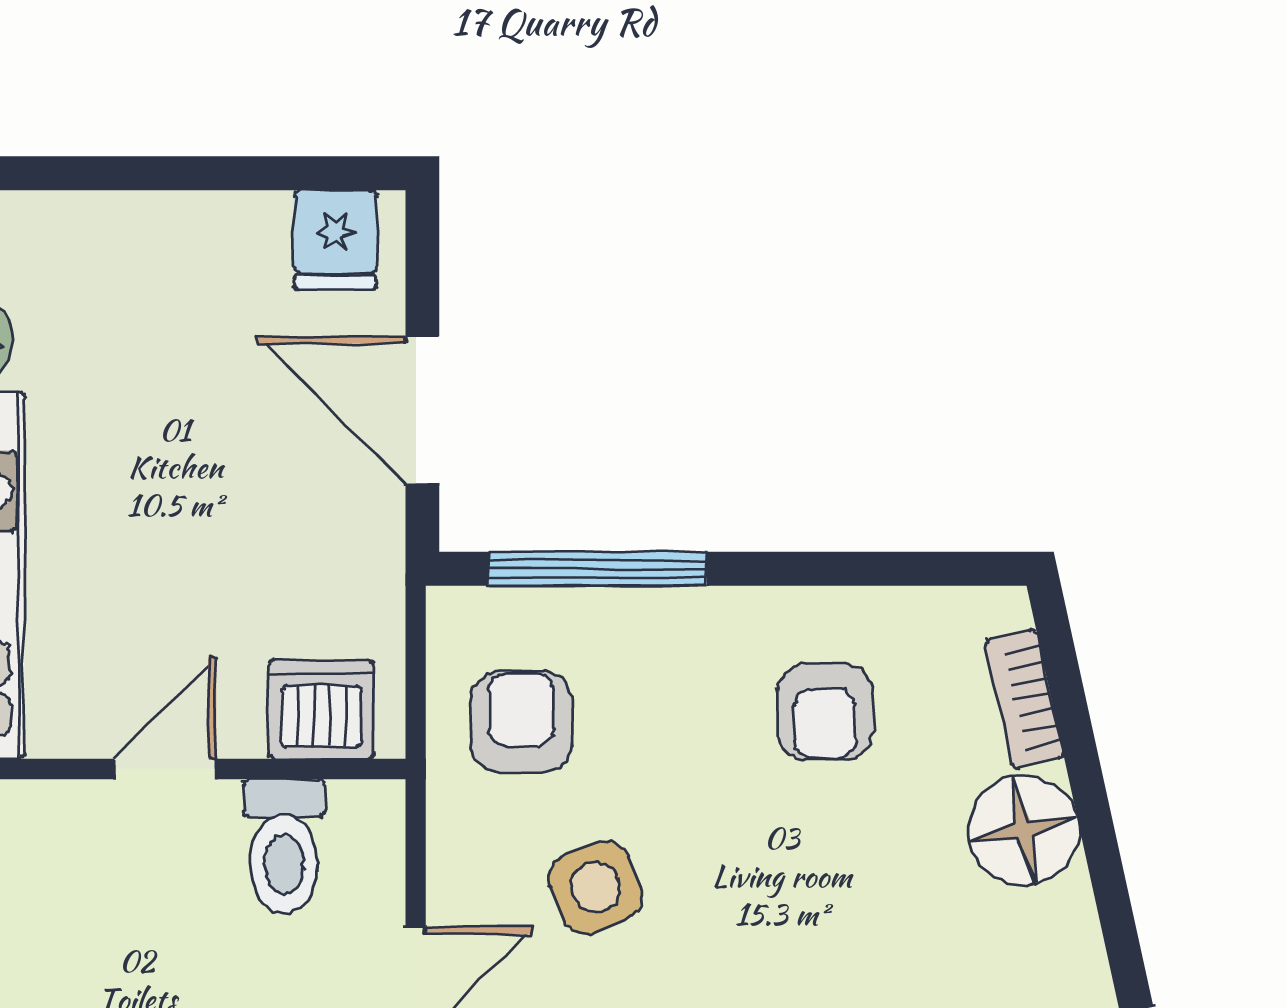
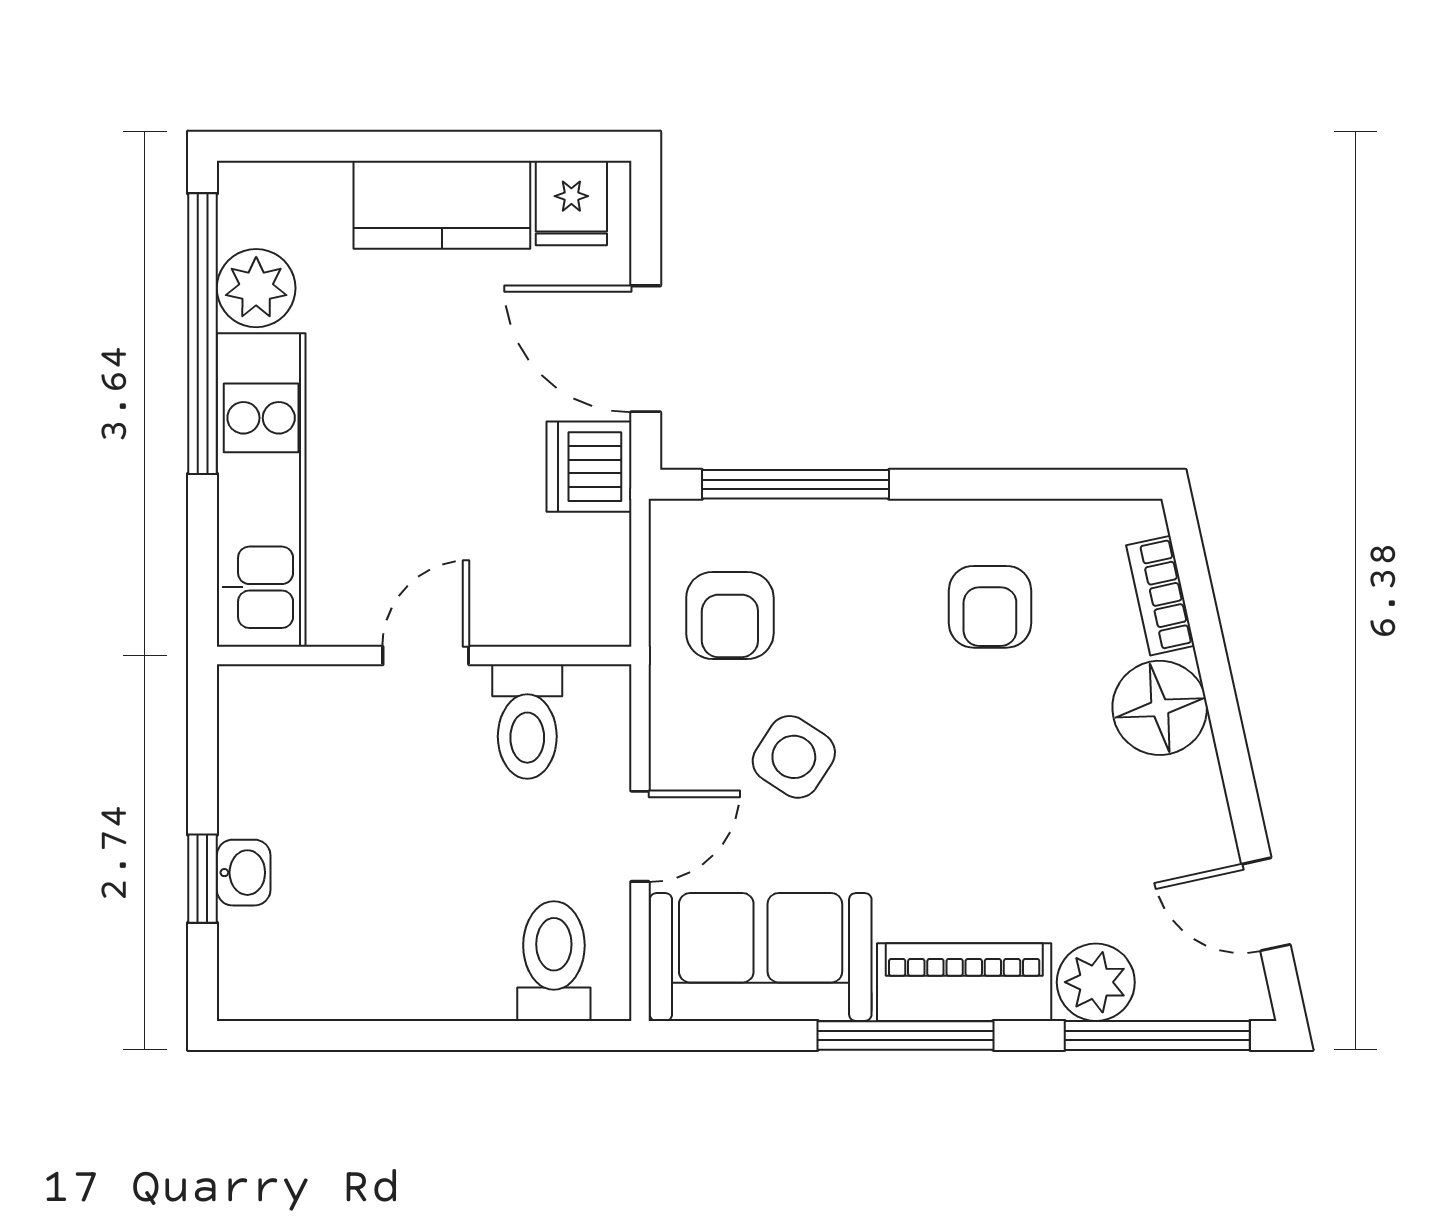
kitchen counter: (184, 242) -> (442, 205), added
dishwasher: (322, 709) -> (589, 467), moved, turned -90
armchair: (521, 722) -> (730, 615), turned 180
side table: (596, 887) -> (794, 757), turned -35

